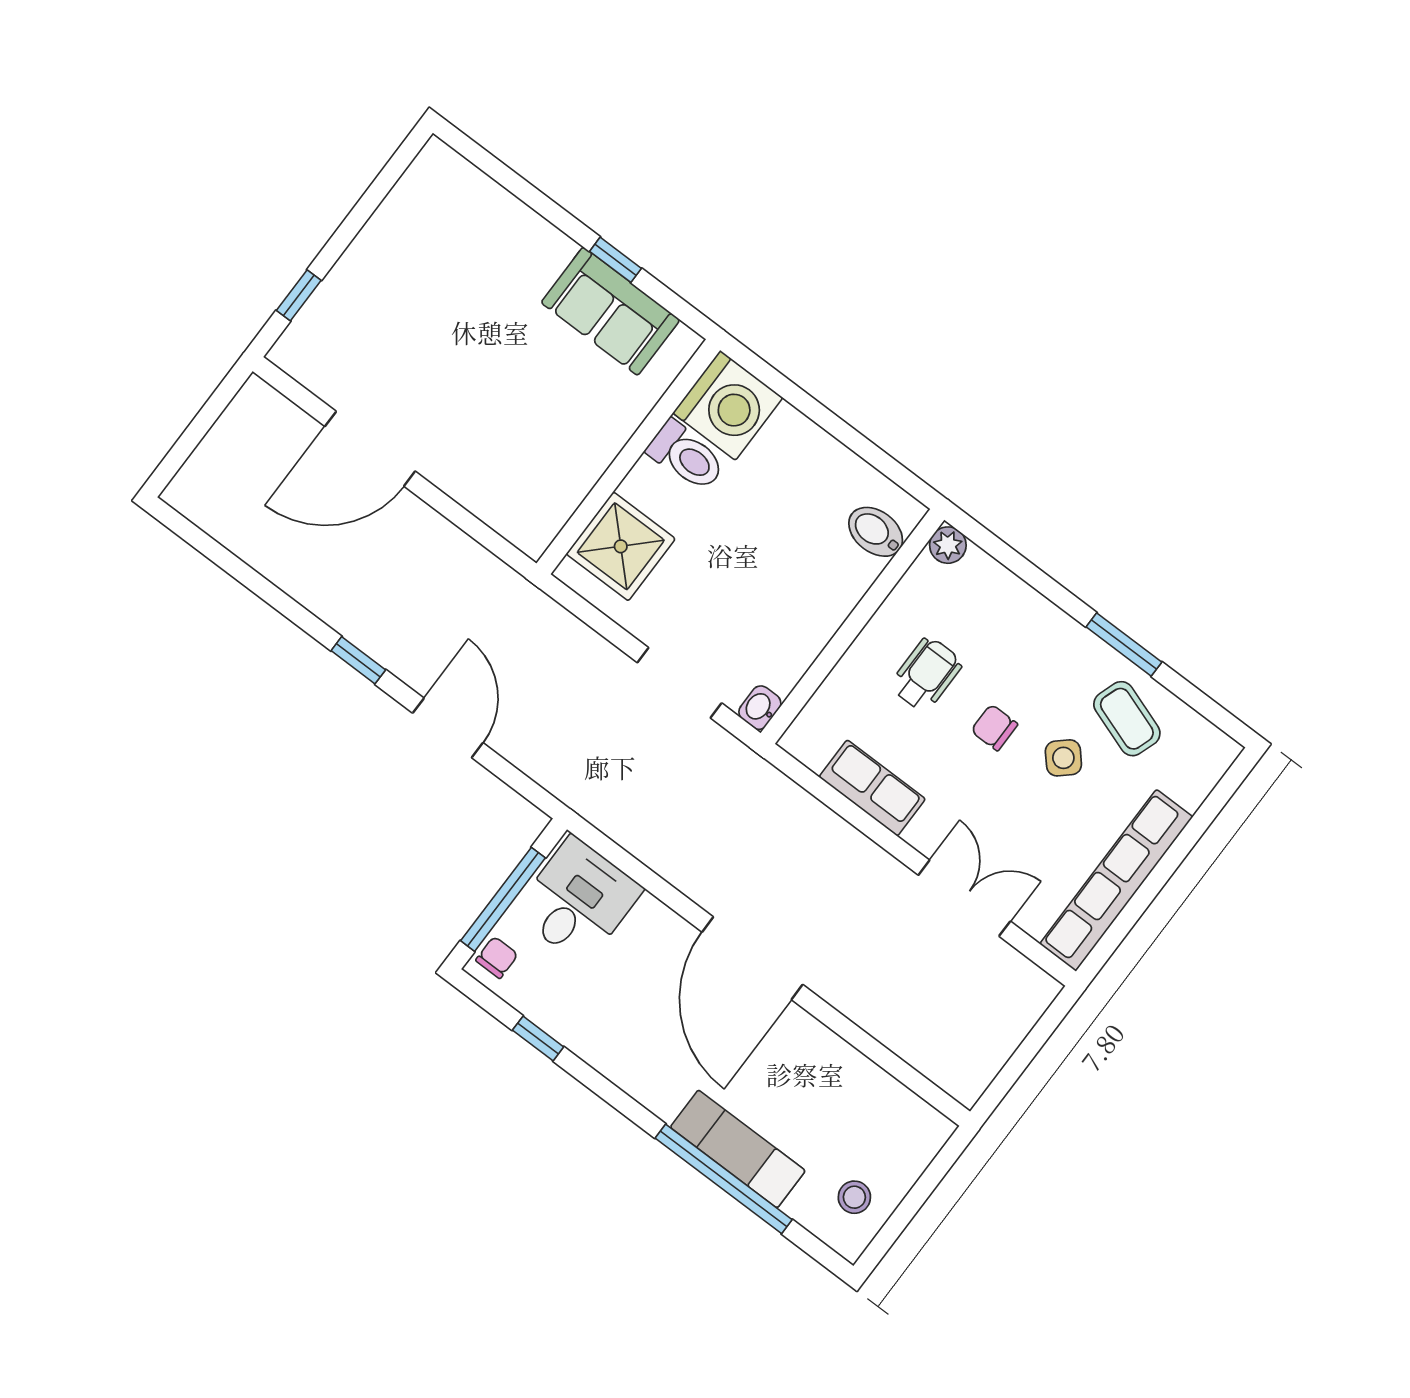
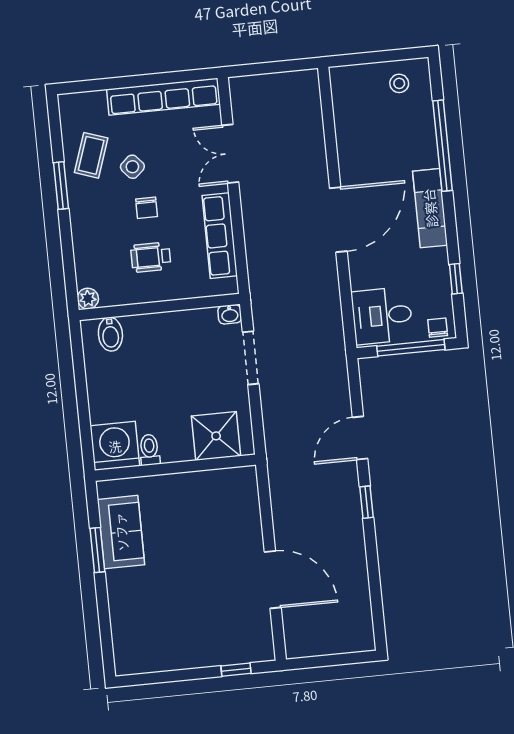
window: (615, 260) -> (97, 550), width x1.50
toilet: (686, 456) -> (150, 450), width x0.73, depth x0.72
row of seats: (872, 788) -> (220, 236), width x1.48
chair: (497, 957) -> (438, 328), turned 90
exam couch: (738, 1149) -> (430, 208), moved

